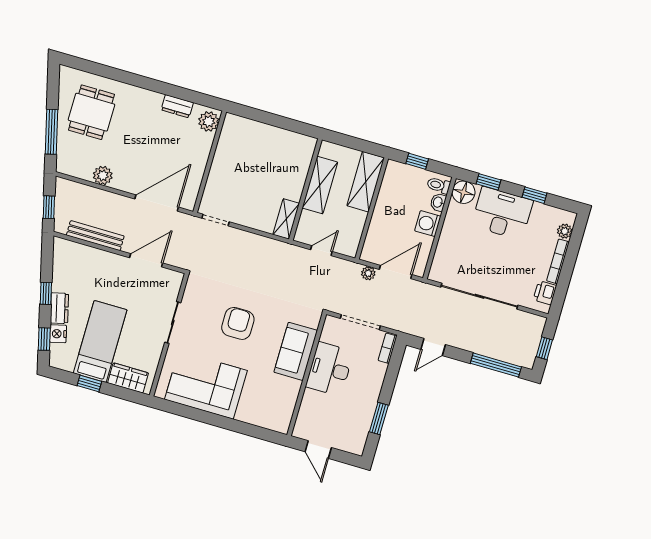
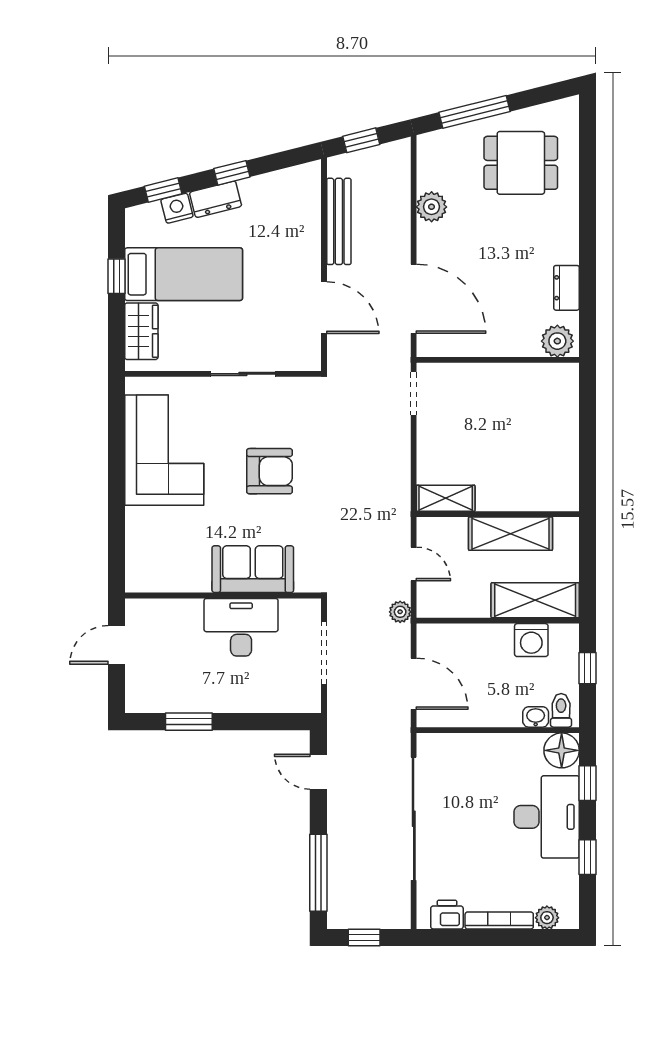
washing machine: (428, 224) -> (531, 640), moved, turned 180
plant: (368, 273) -> (400, 612), moved
bookcase: (388, 348) -> (297, 704), removed

